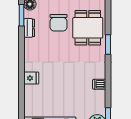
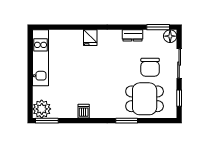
chair: (59, 23) -> (150, 67), turned -90
dresser: (29, 28) -> (133, 35), moved

